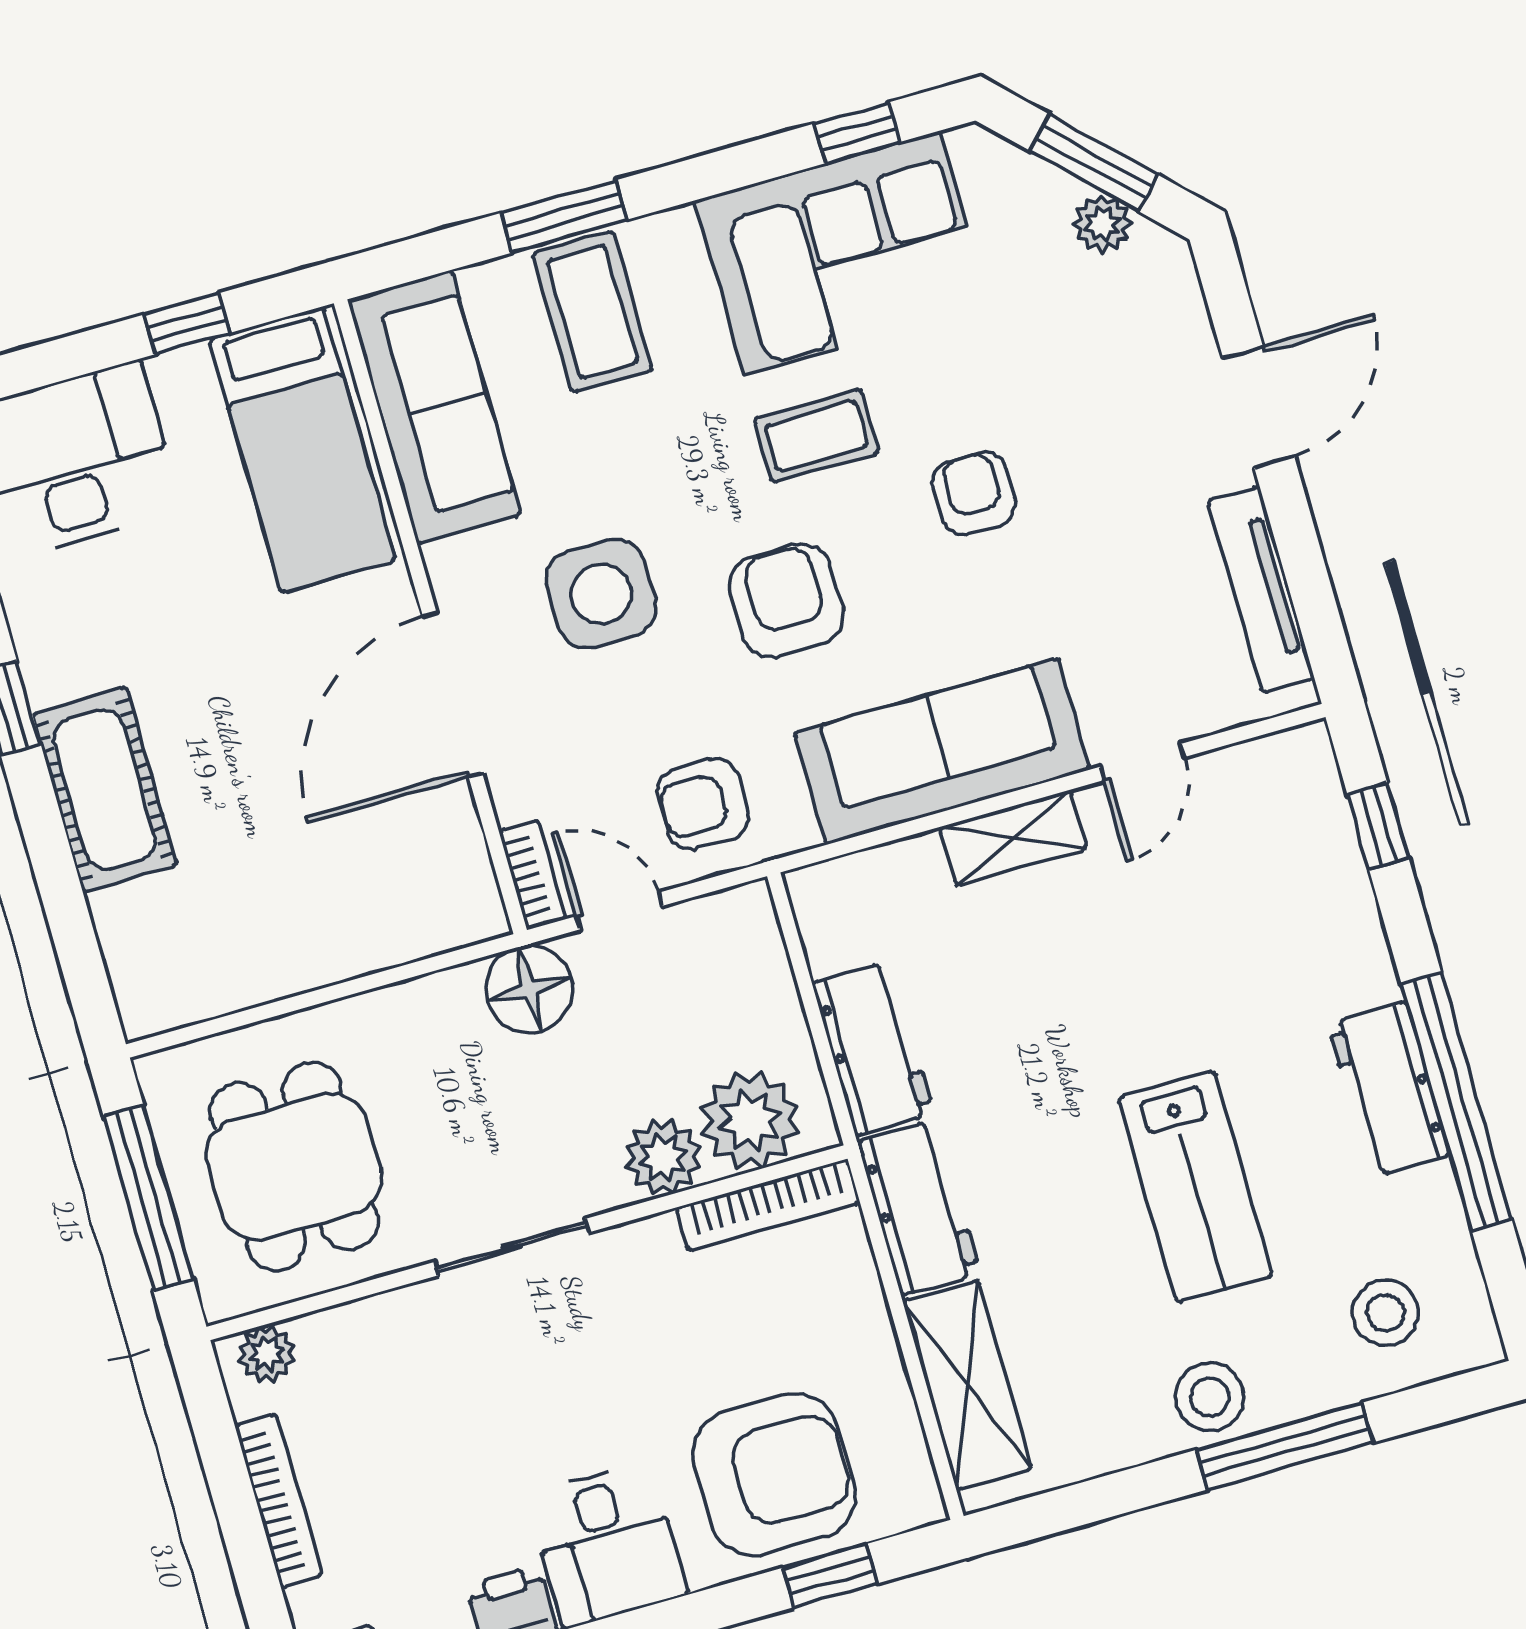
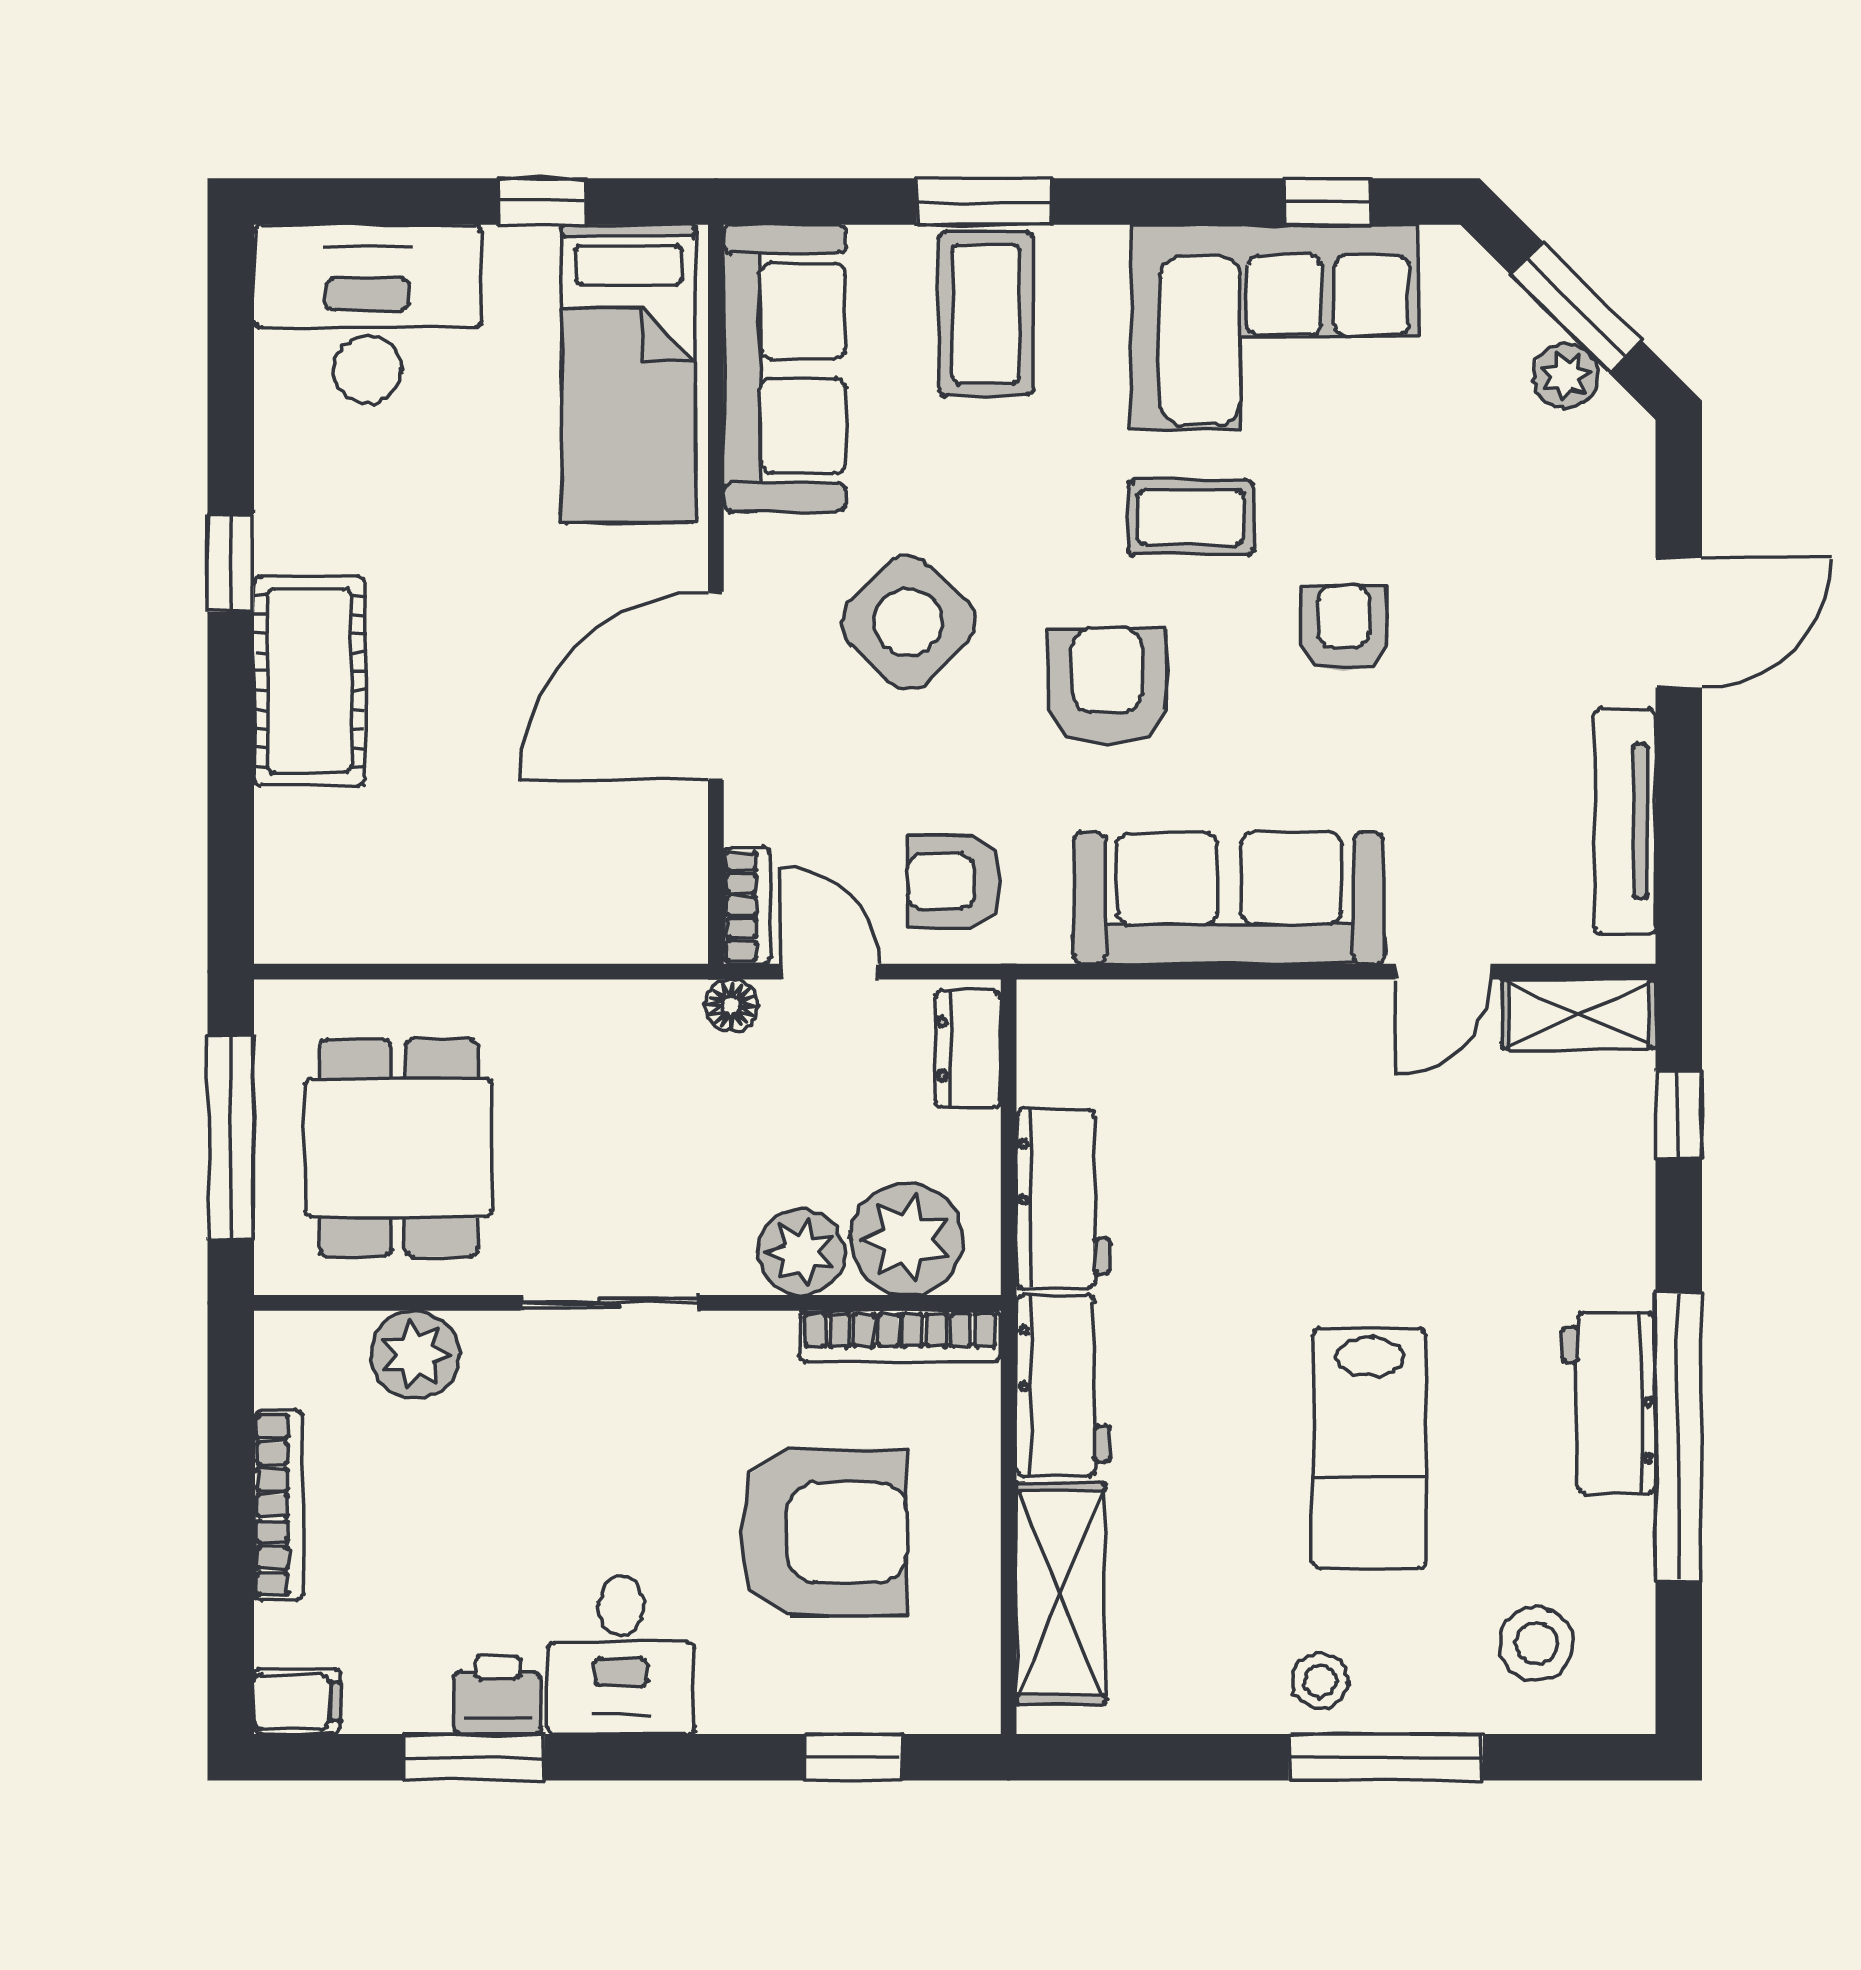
side table: (601, 594) -> (908, 622), turned 45
shelving: (1013, 838) -> (1579, 1014), moved
dresser: (756, 943) -> (968, 1049), added
floor lamp: (529, 989) -> (731, 1006), width x0.53, depth x0.53
plant: (267, 1354) -> (415, 1355), moved, width x1.38, depth x1.38
stool: (1210, 1397) -> (1320, 1681), width x0.73, depth x0.73
armchair: (774, 1474) -> (823, 1532), moved

